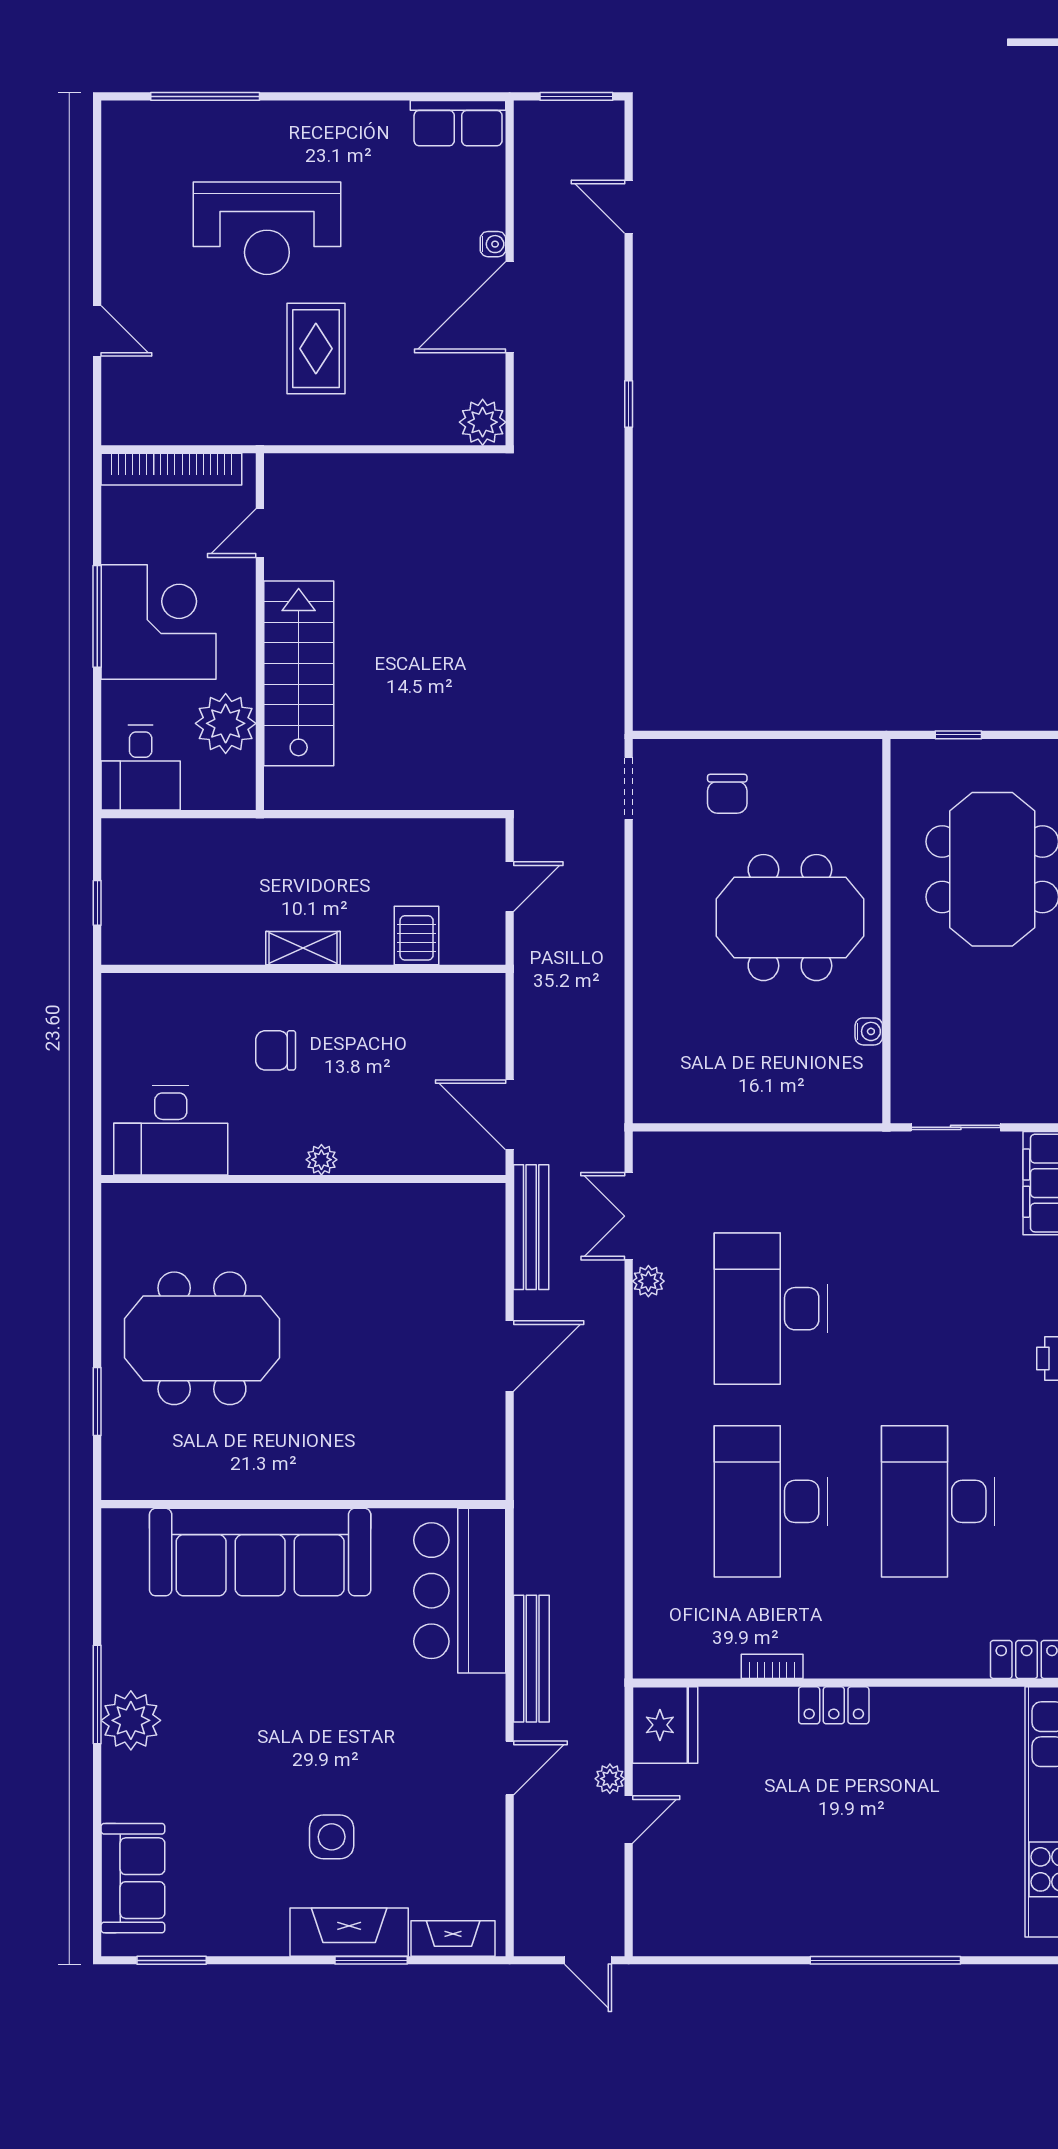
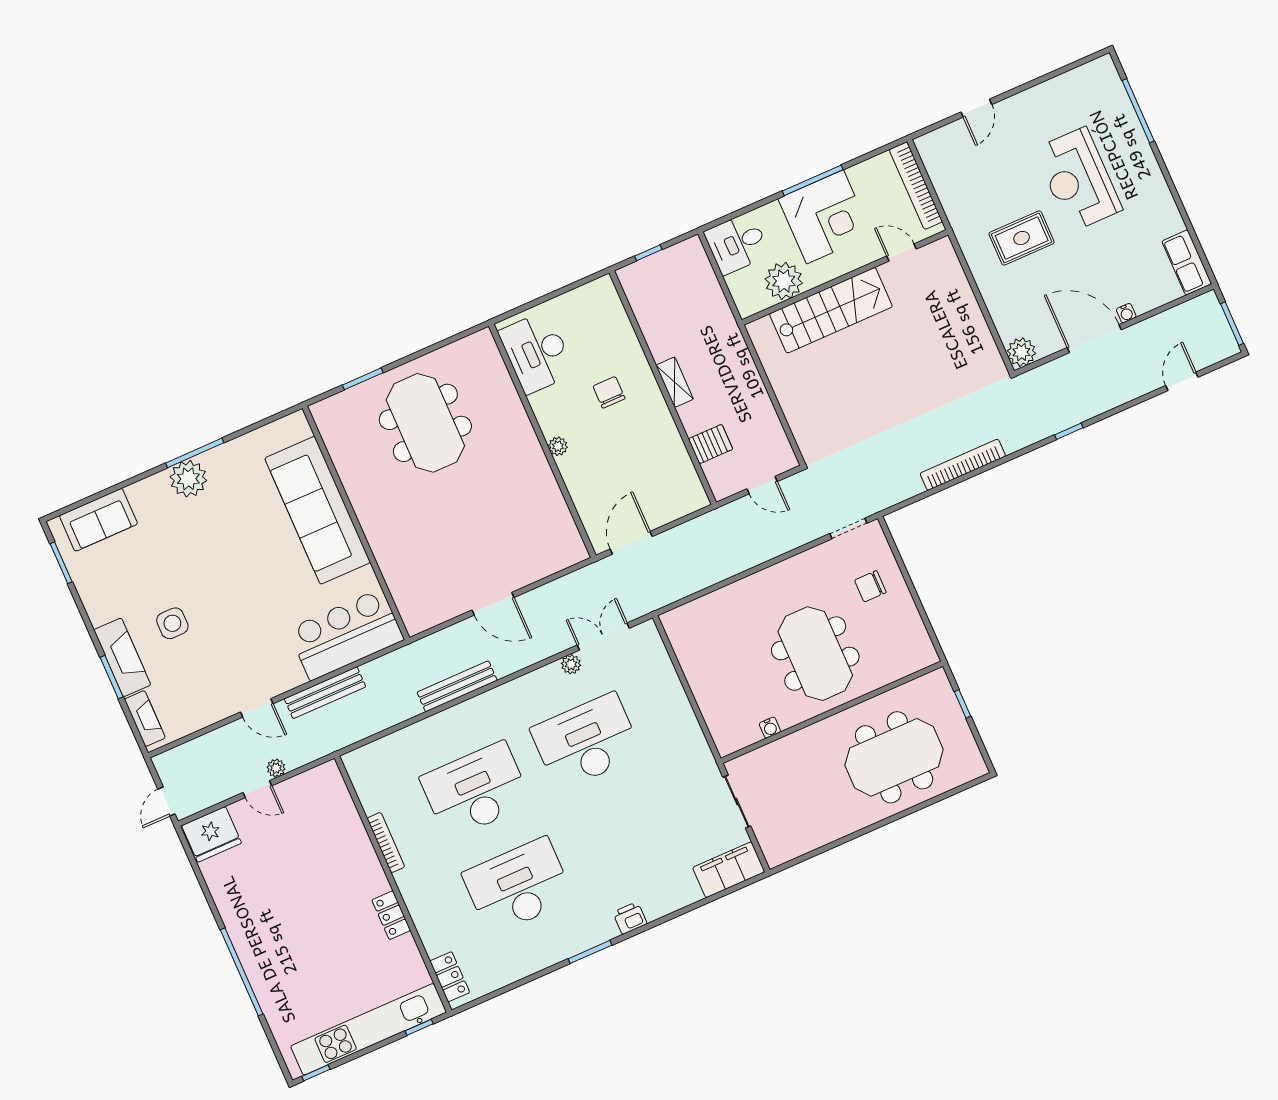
bookcase: (609, 580) -> (963, 465), added
bench: (531, 1227) -> (457, 686), moved
bookcase: (772, 1666) -> (386, 843), width x1.56
locker: (834, 1705) -> (391, 915), moved
fridge: (665, 1725) -> (212, 834), moved

